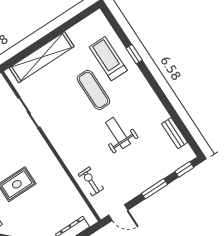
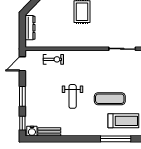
window: (134, 54) -> (116, 139), width x2.17
weight bench: (118, 133) -> (73, 96), turned 90
water cooler: (186, 153) -> (32, 131), added

